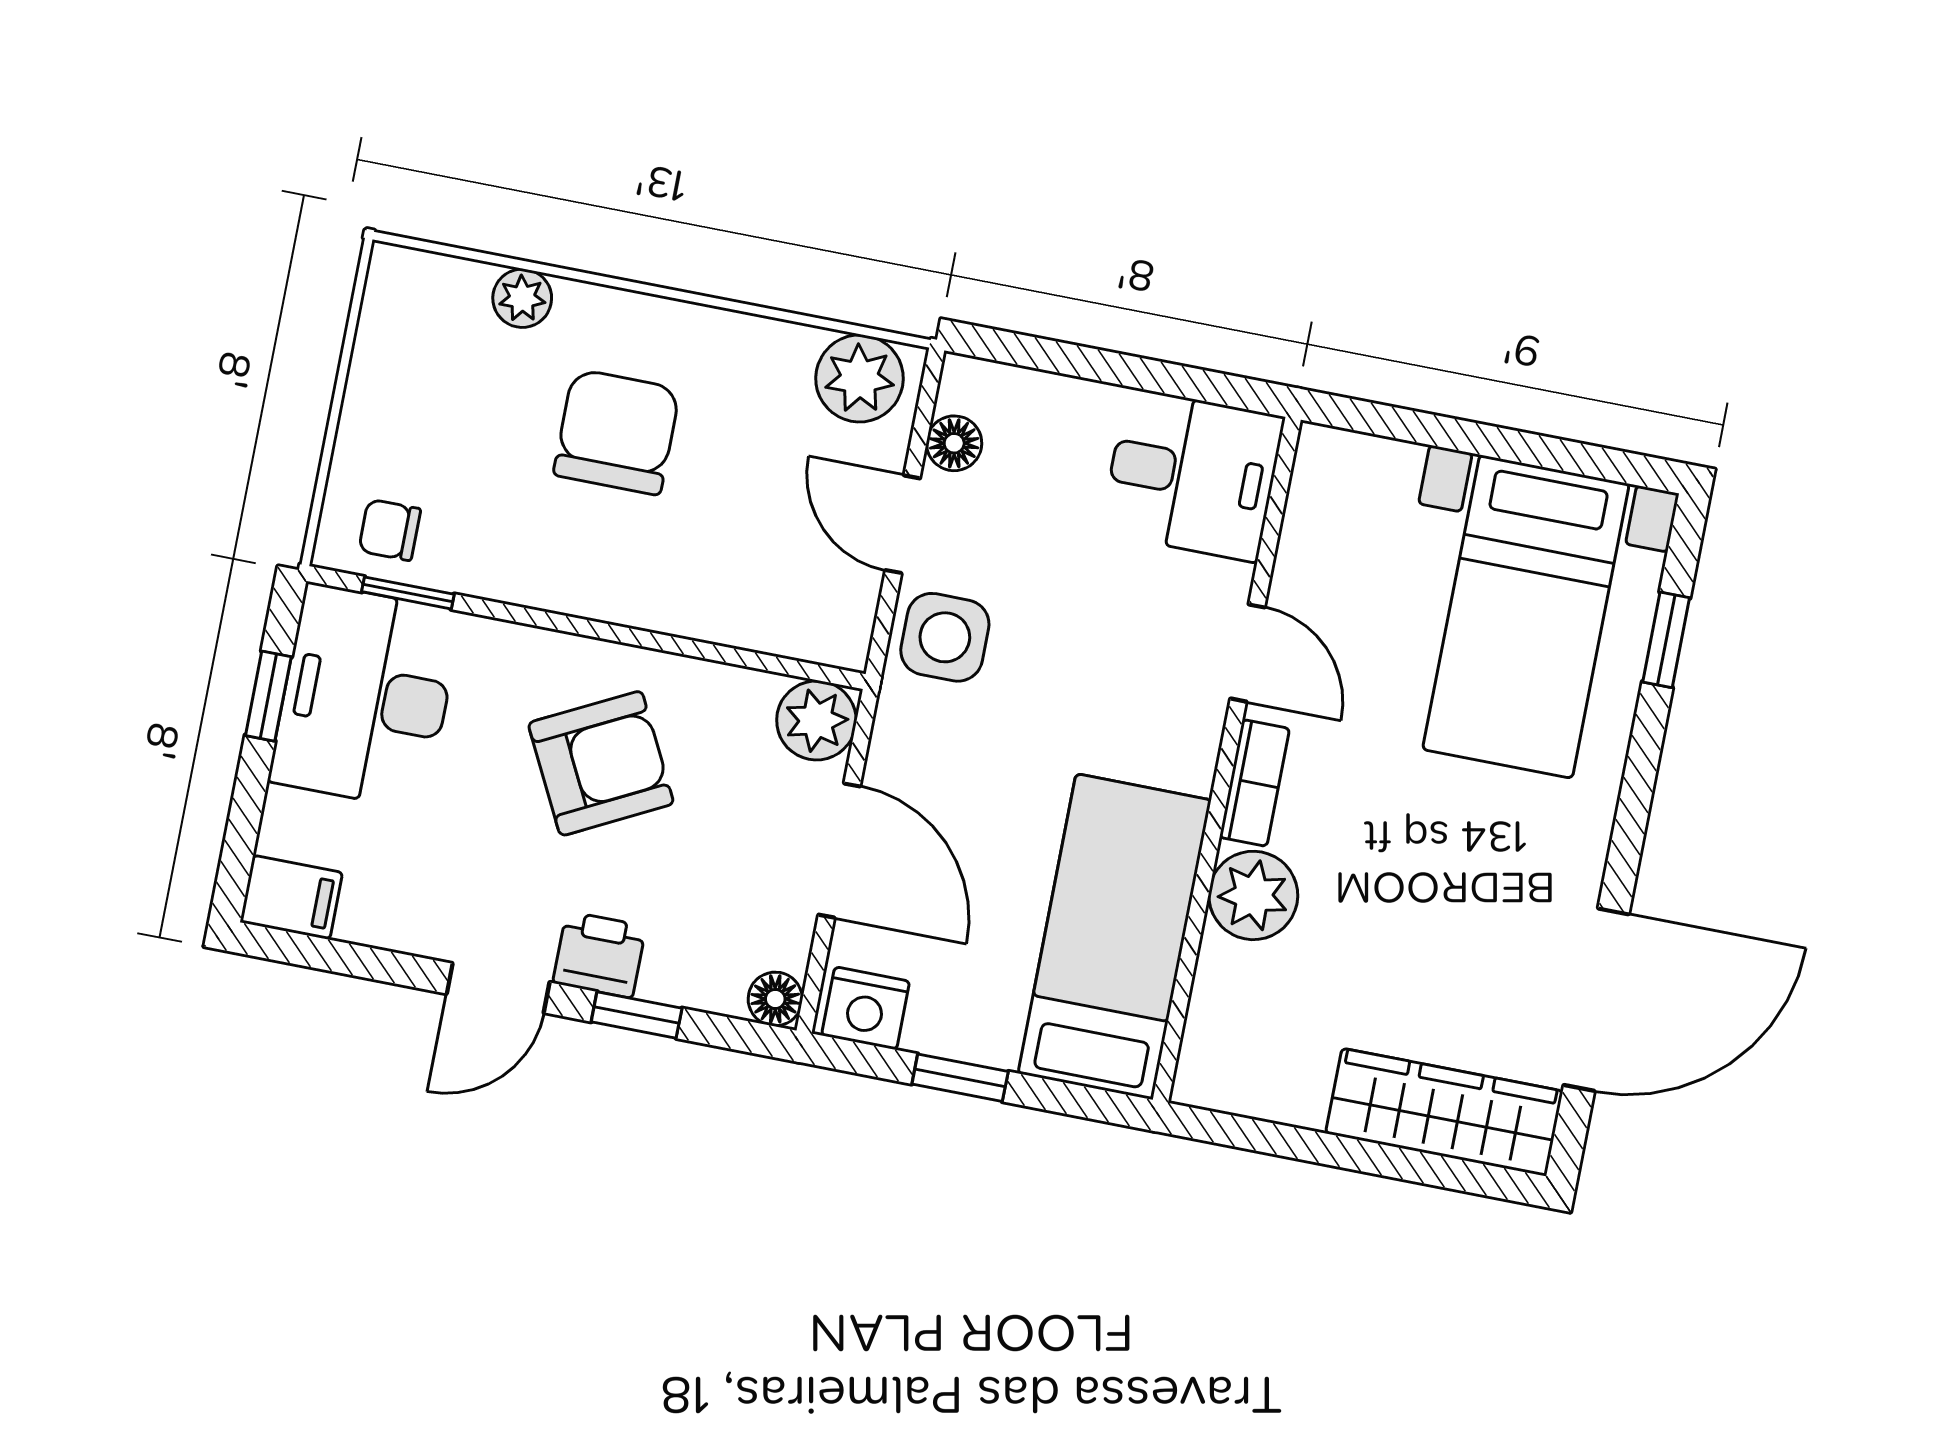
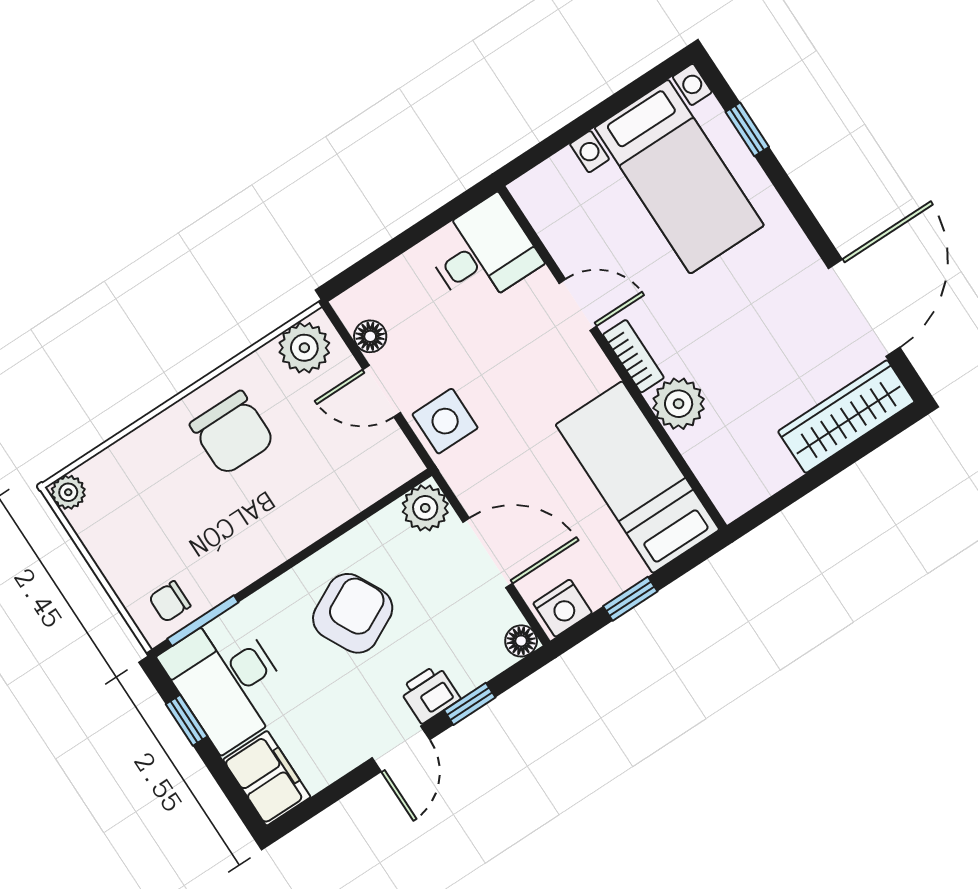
plant: (522, 298) -> (68, 492), moved
chair: (617, 432) -> (232, 433), moved, turned 180
window: (408, 593) -> (203, 621), width x1.50
filing cabinet: (291, 897) -> (267, 778), width x2.00

